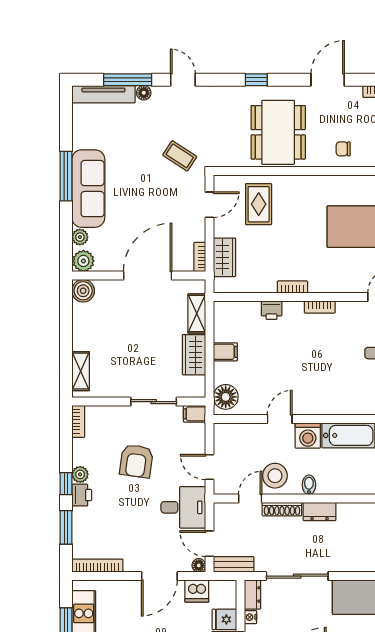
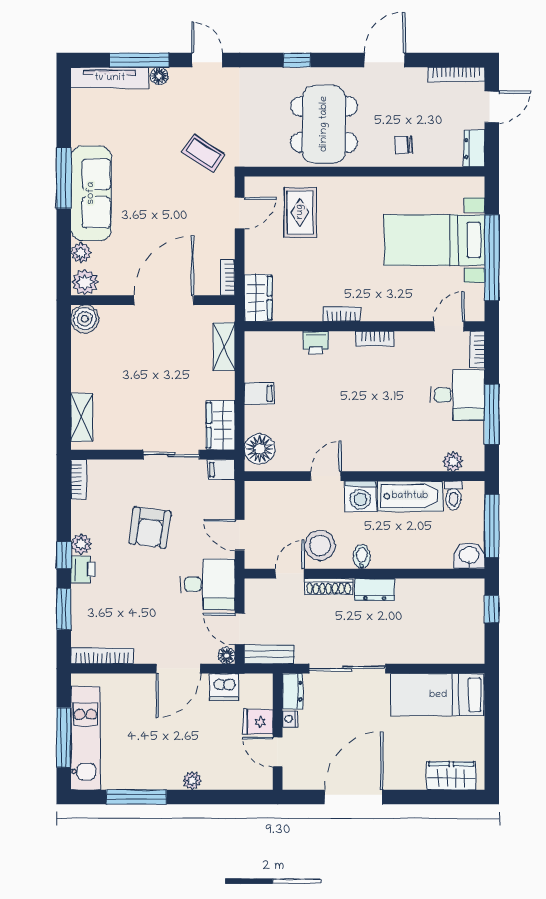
wardrobe: (224, 257) -> (258, 298), moved
wardrobe: (194, 355) -> (221, 425), moved

